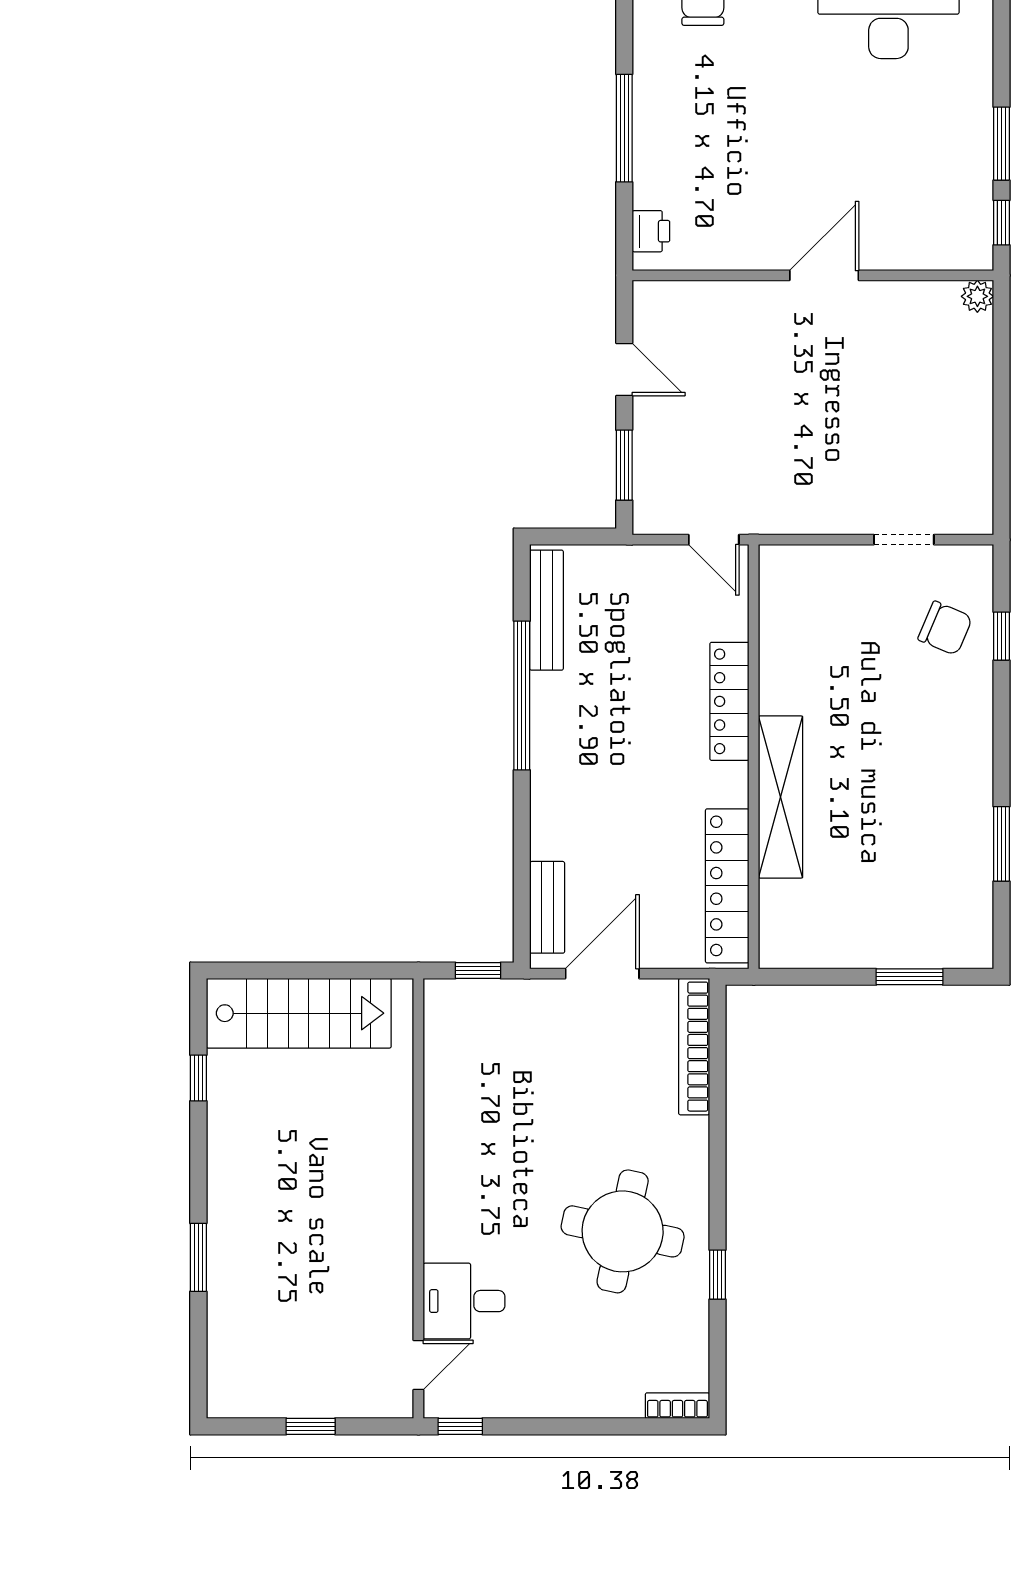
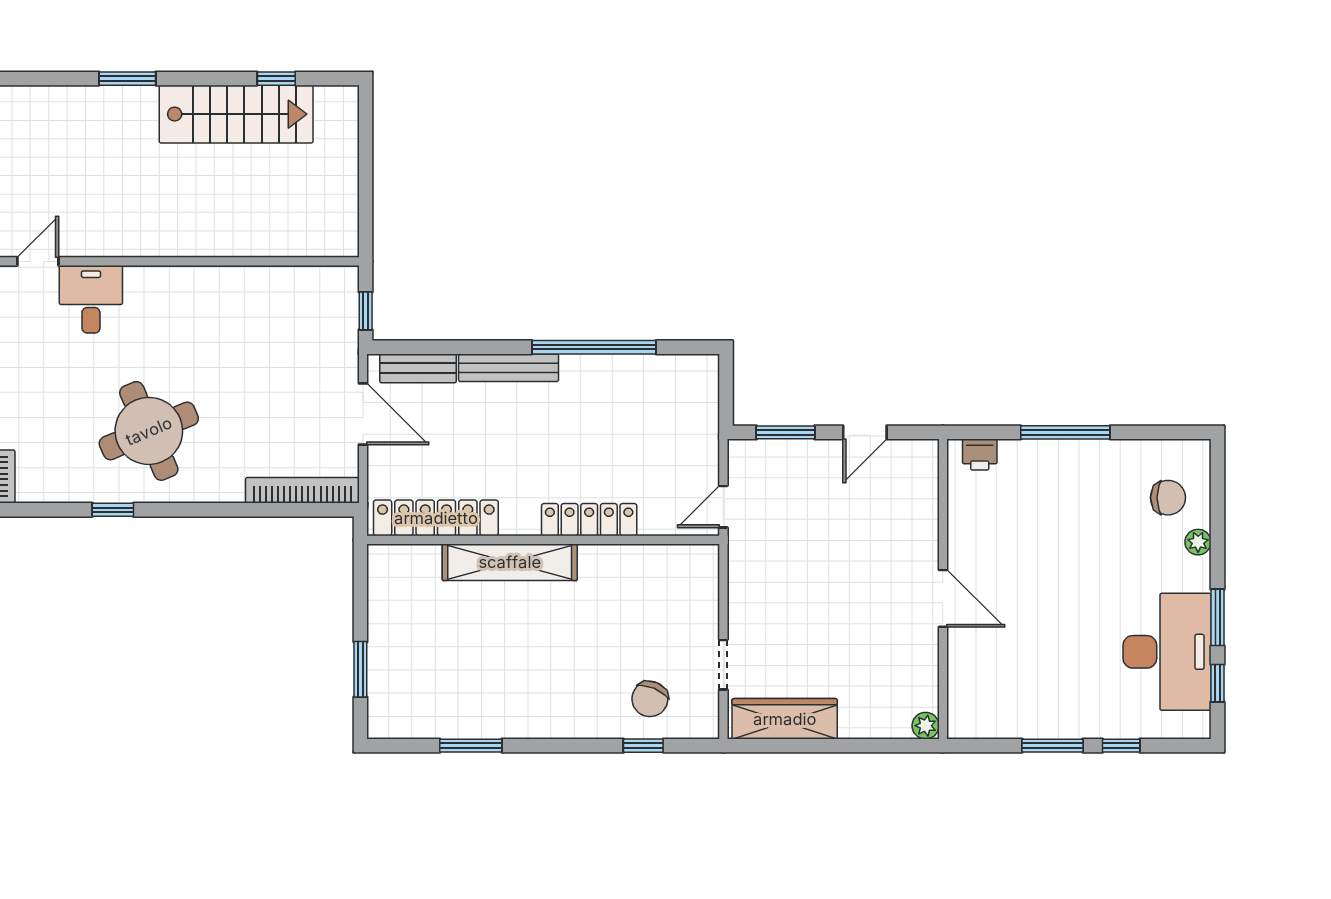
window: (1001, 223) -> (1121, 746), moved
wardrobe: (969, 466) -> (785, 719), added
bench: (547, 610) -> (509, 368), moved
stairs: (299, 1013) -> (236, 114), moved, turned -90
round table: (623, 1231) -> (149, 431), turned -35
door: (418, 1365) -> (38, 261), swing flipped

